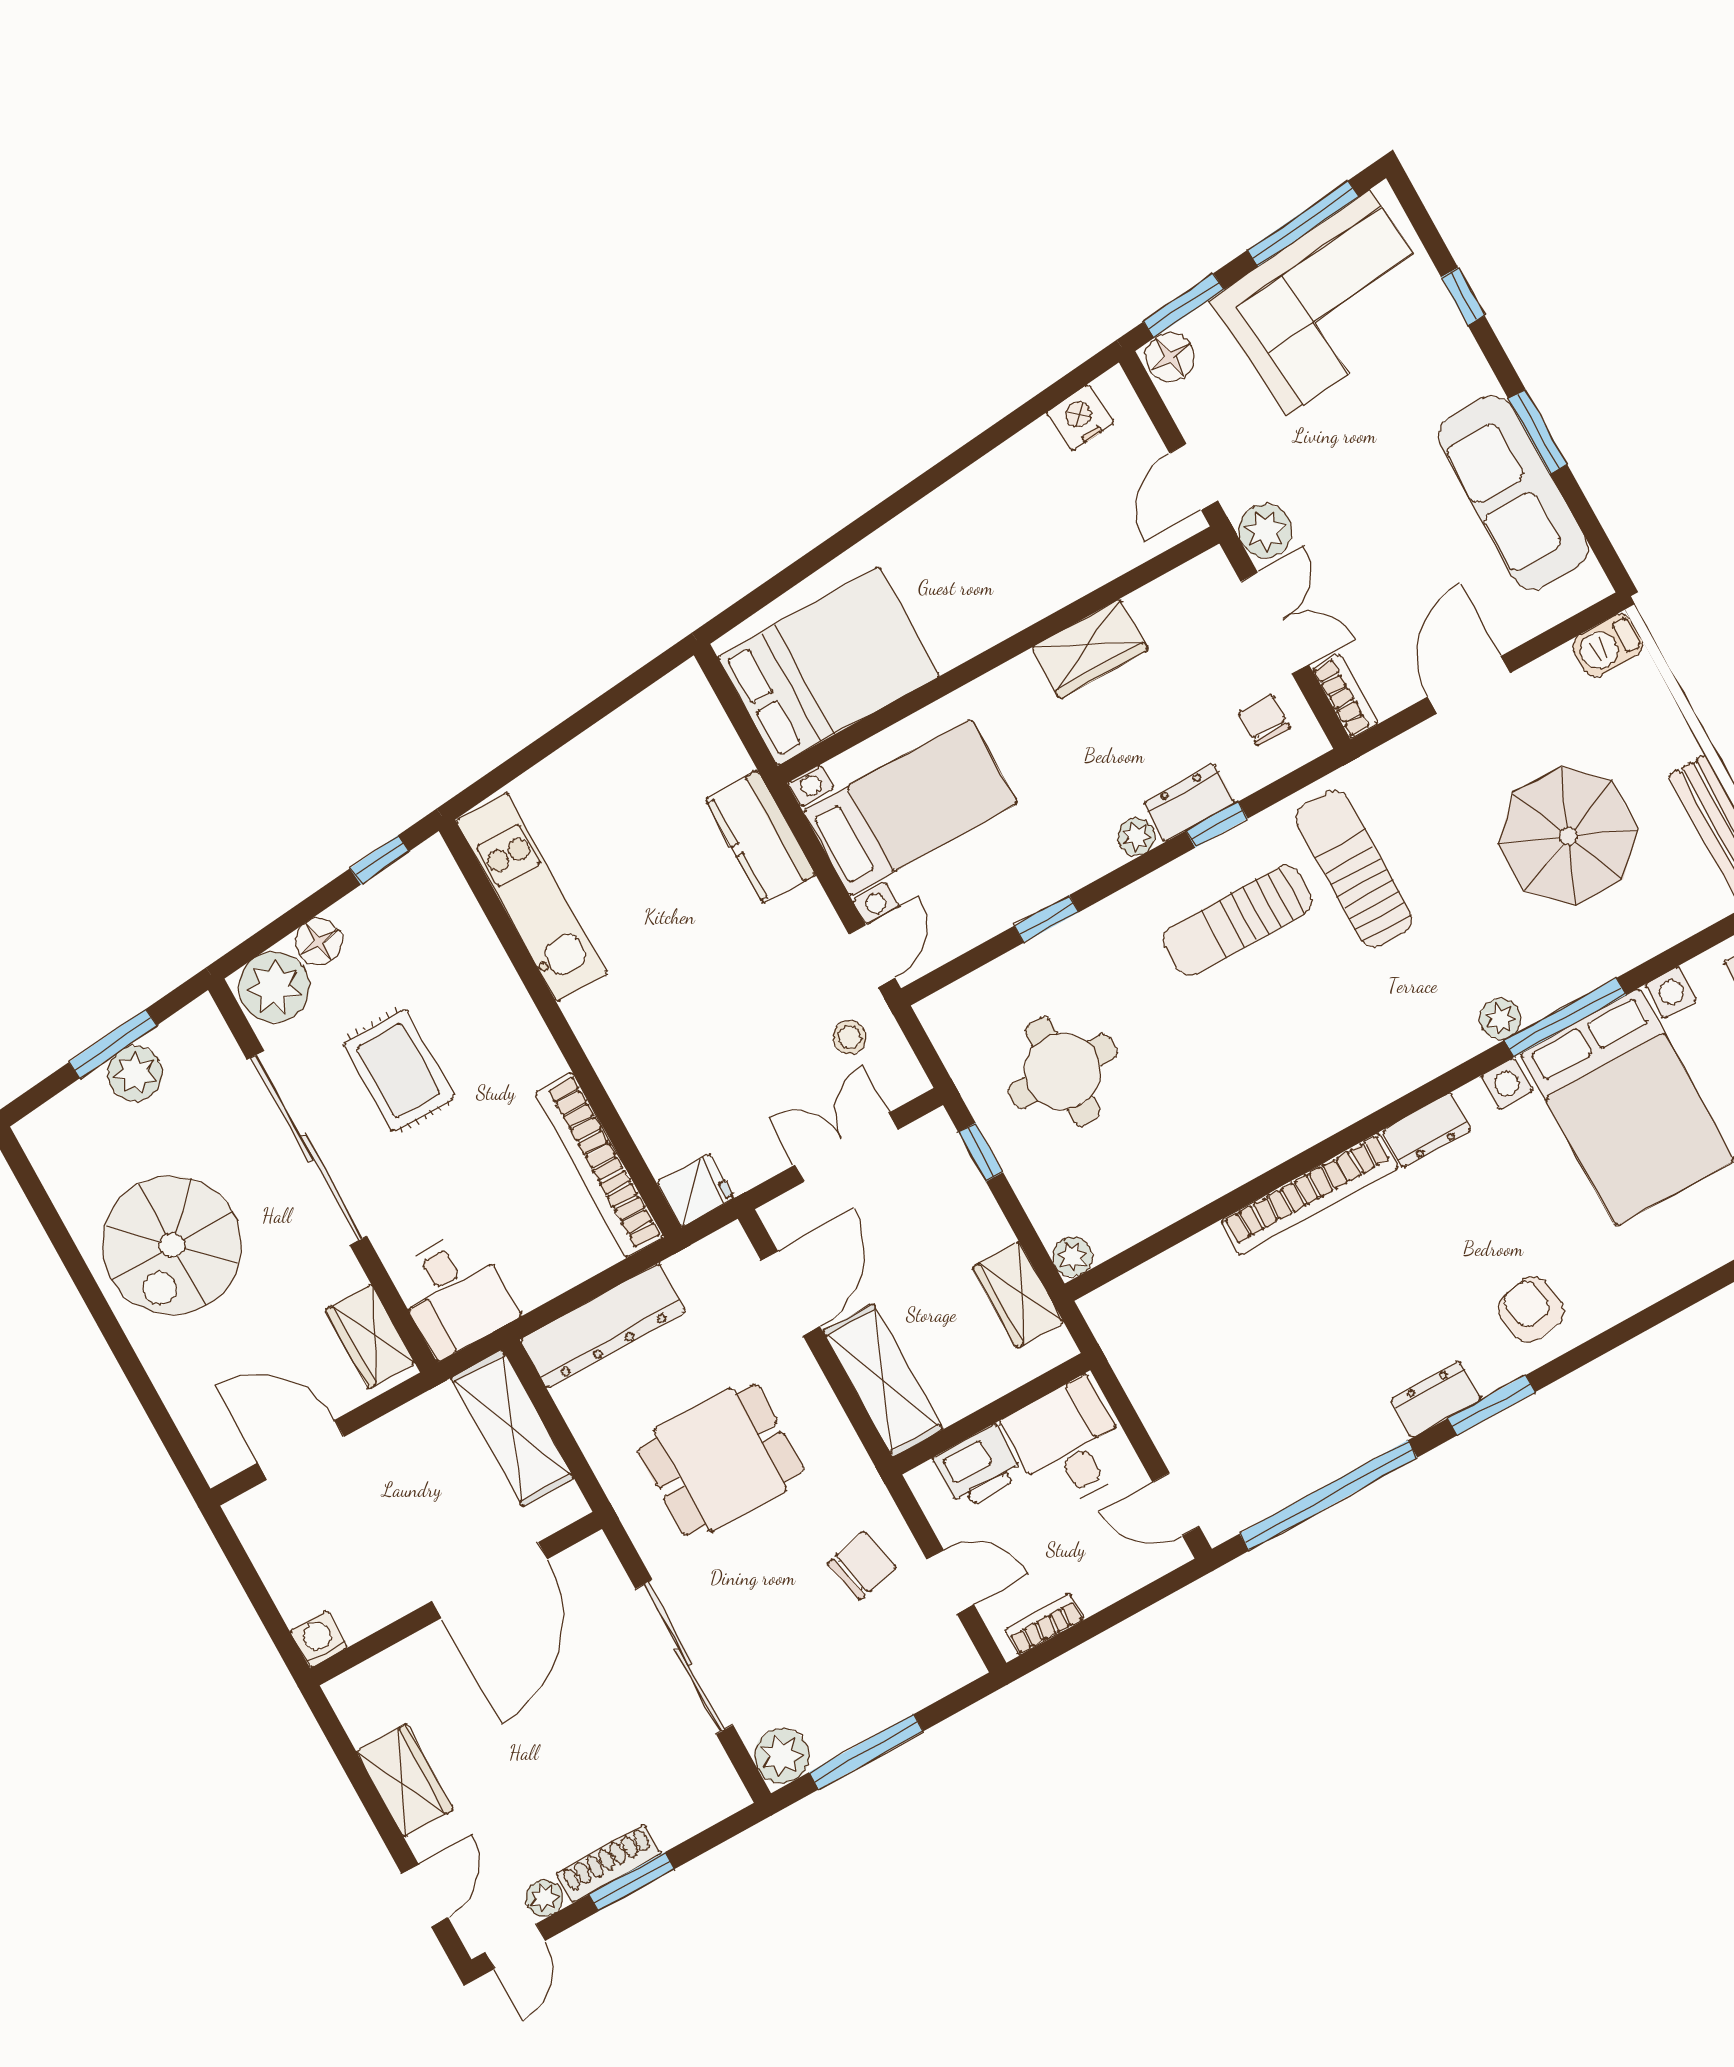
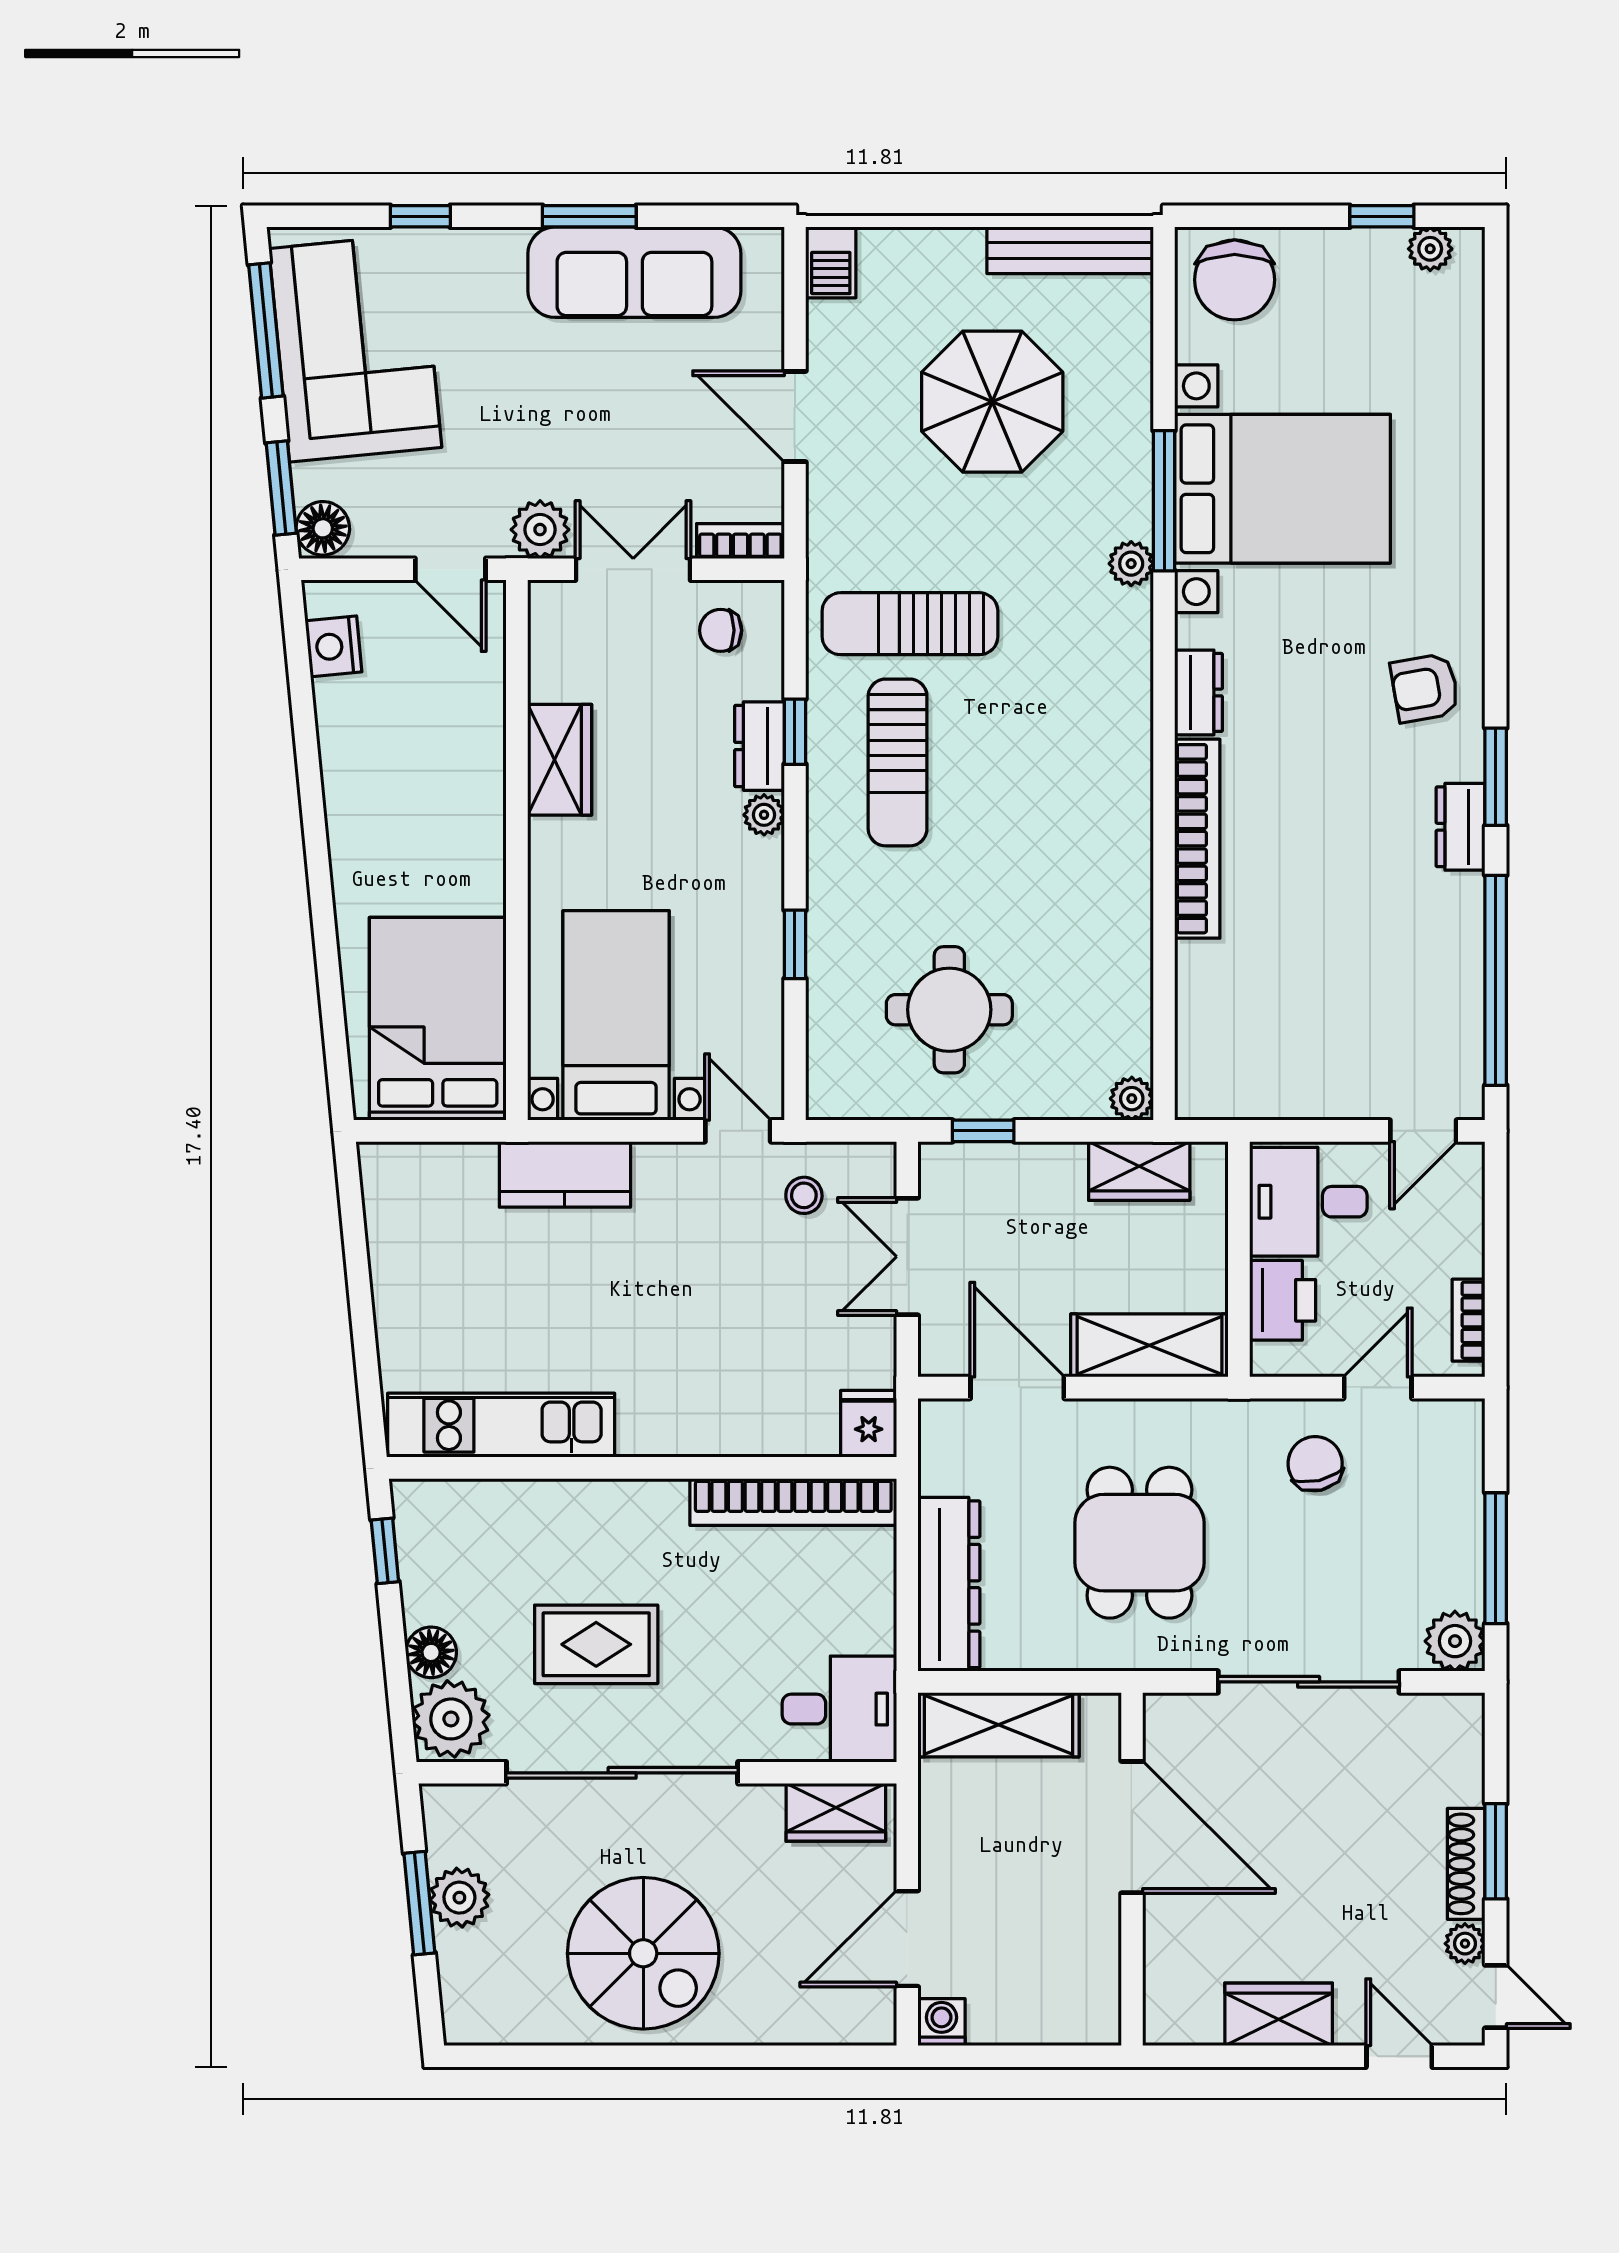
washing machine: (319, 1639) -> (942, 2022), moved, turned 90

